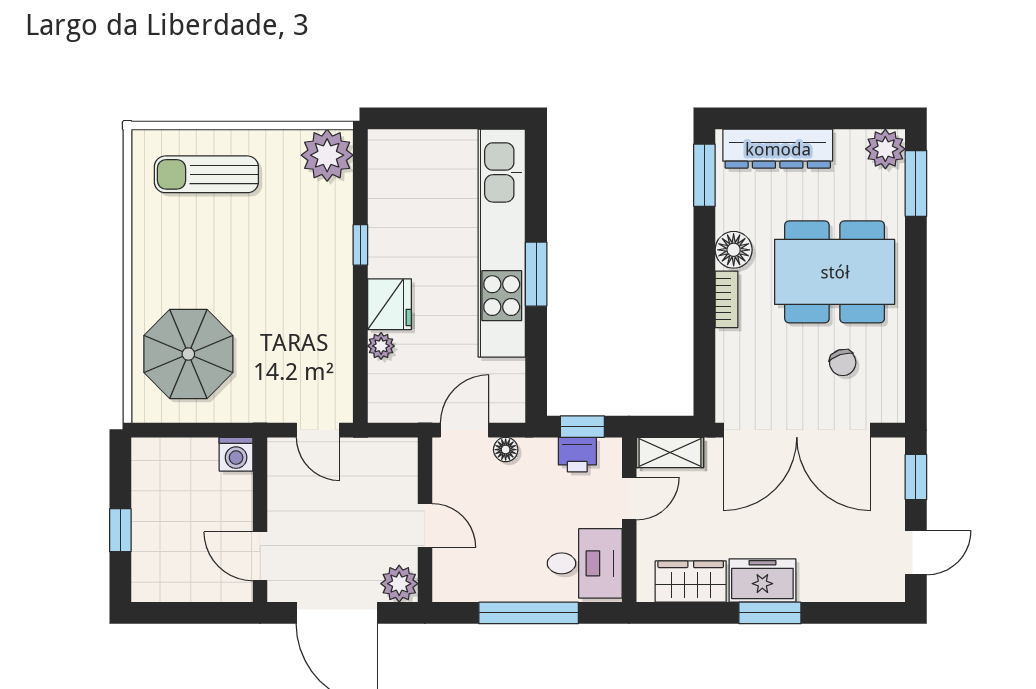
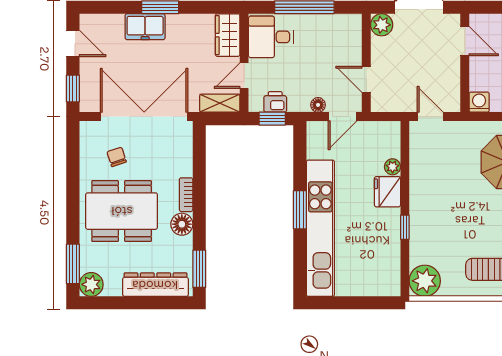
door: (425, 525) -> (366, 79), moved
door: (916, 553) -> (73, 43), swing flipped
freezer: (762, 580) -> (145, 27), moved
wardrobe: (691, 582) -> (228, 35), moved, turned 90

